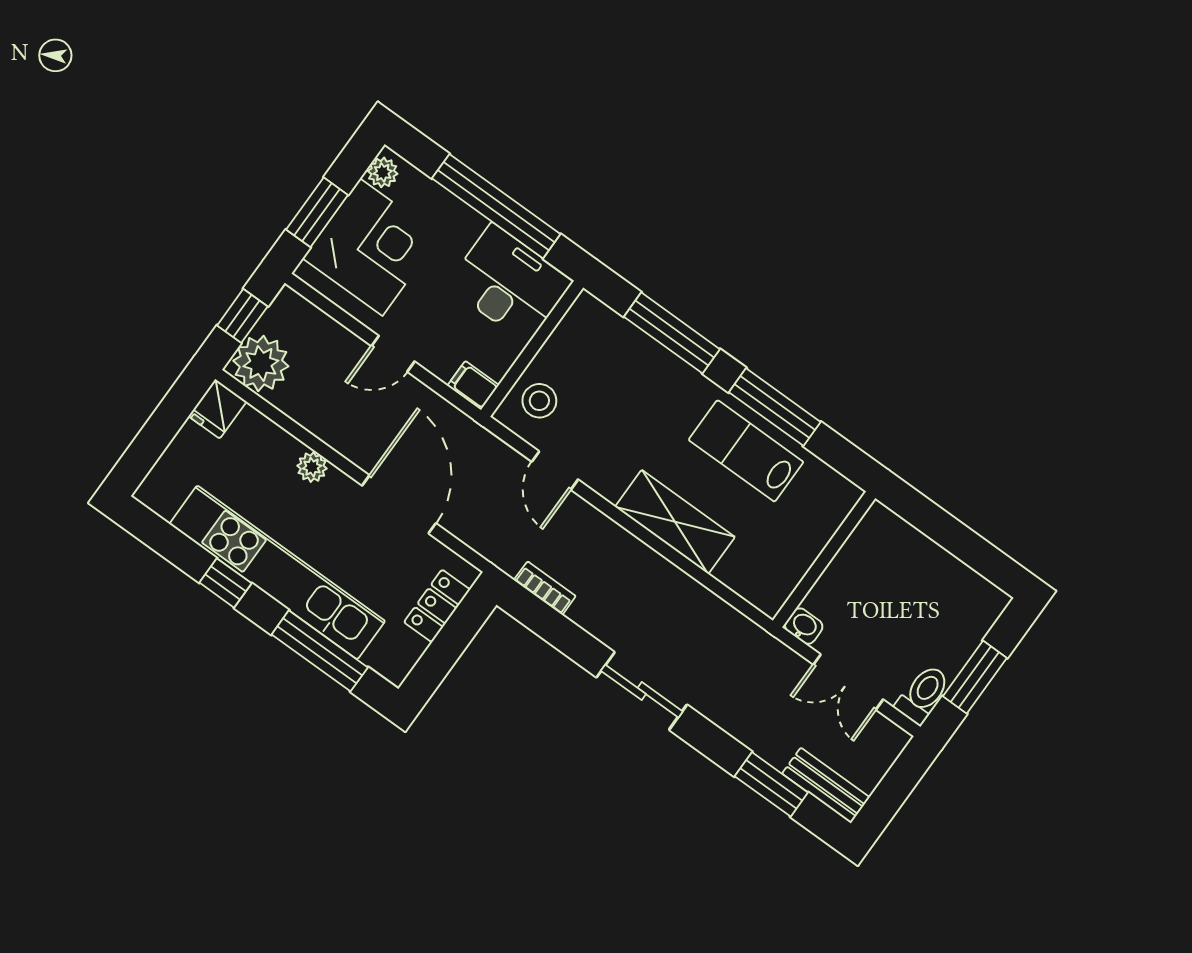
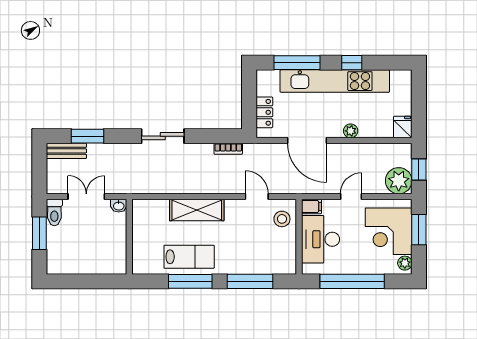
desk: (510, 283) -> (321, 239), moved, turned 90
plant: (261, 363) -> (399, 181), moved

